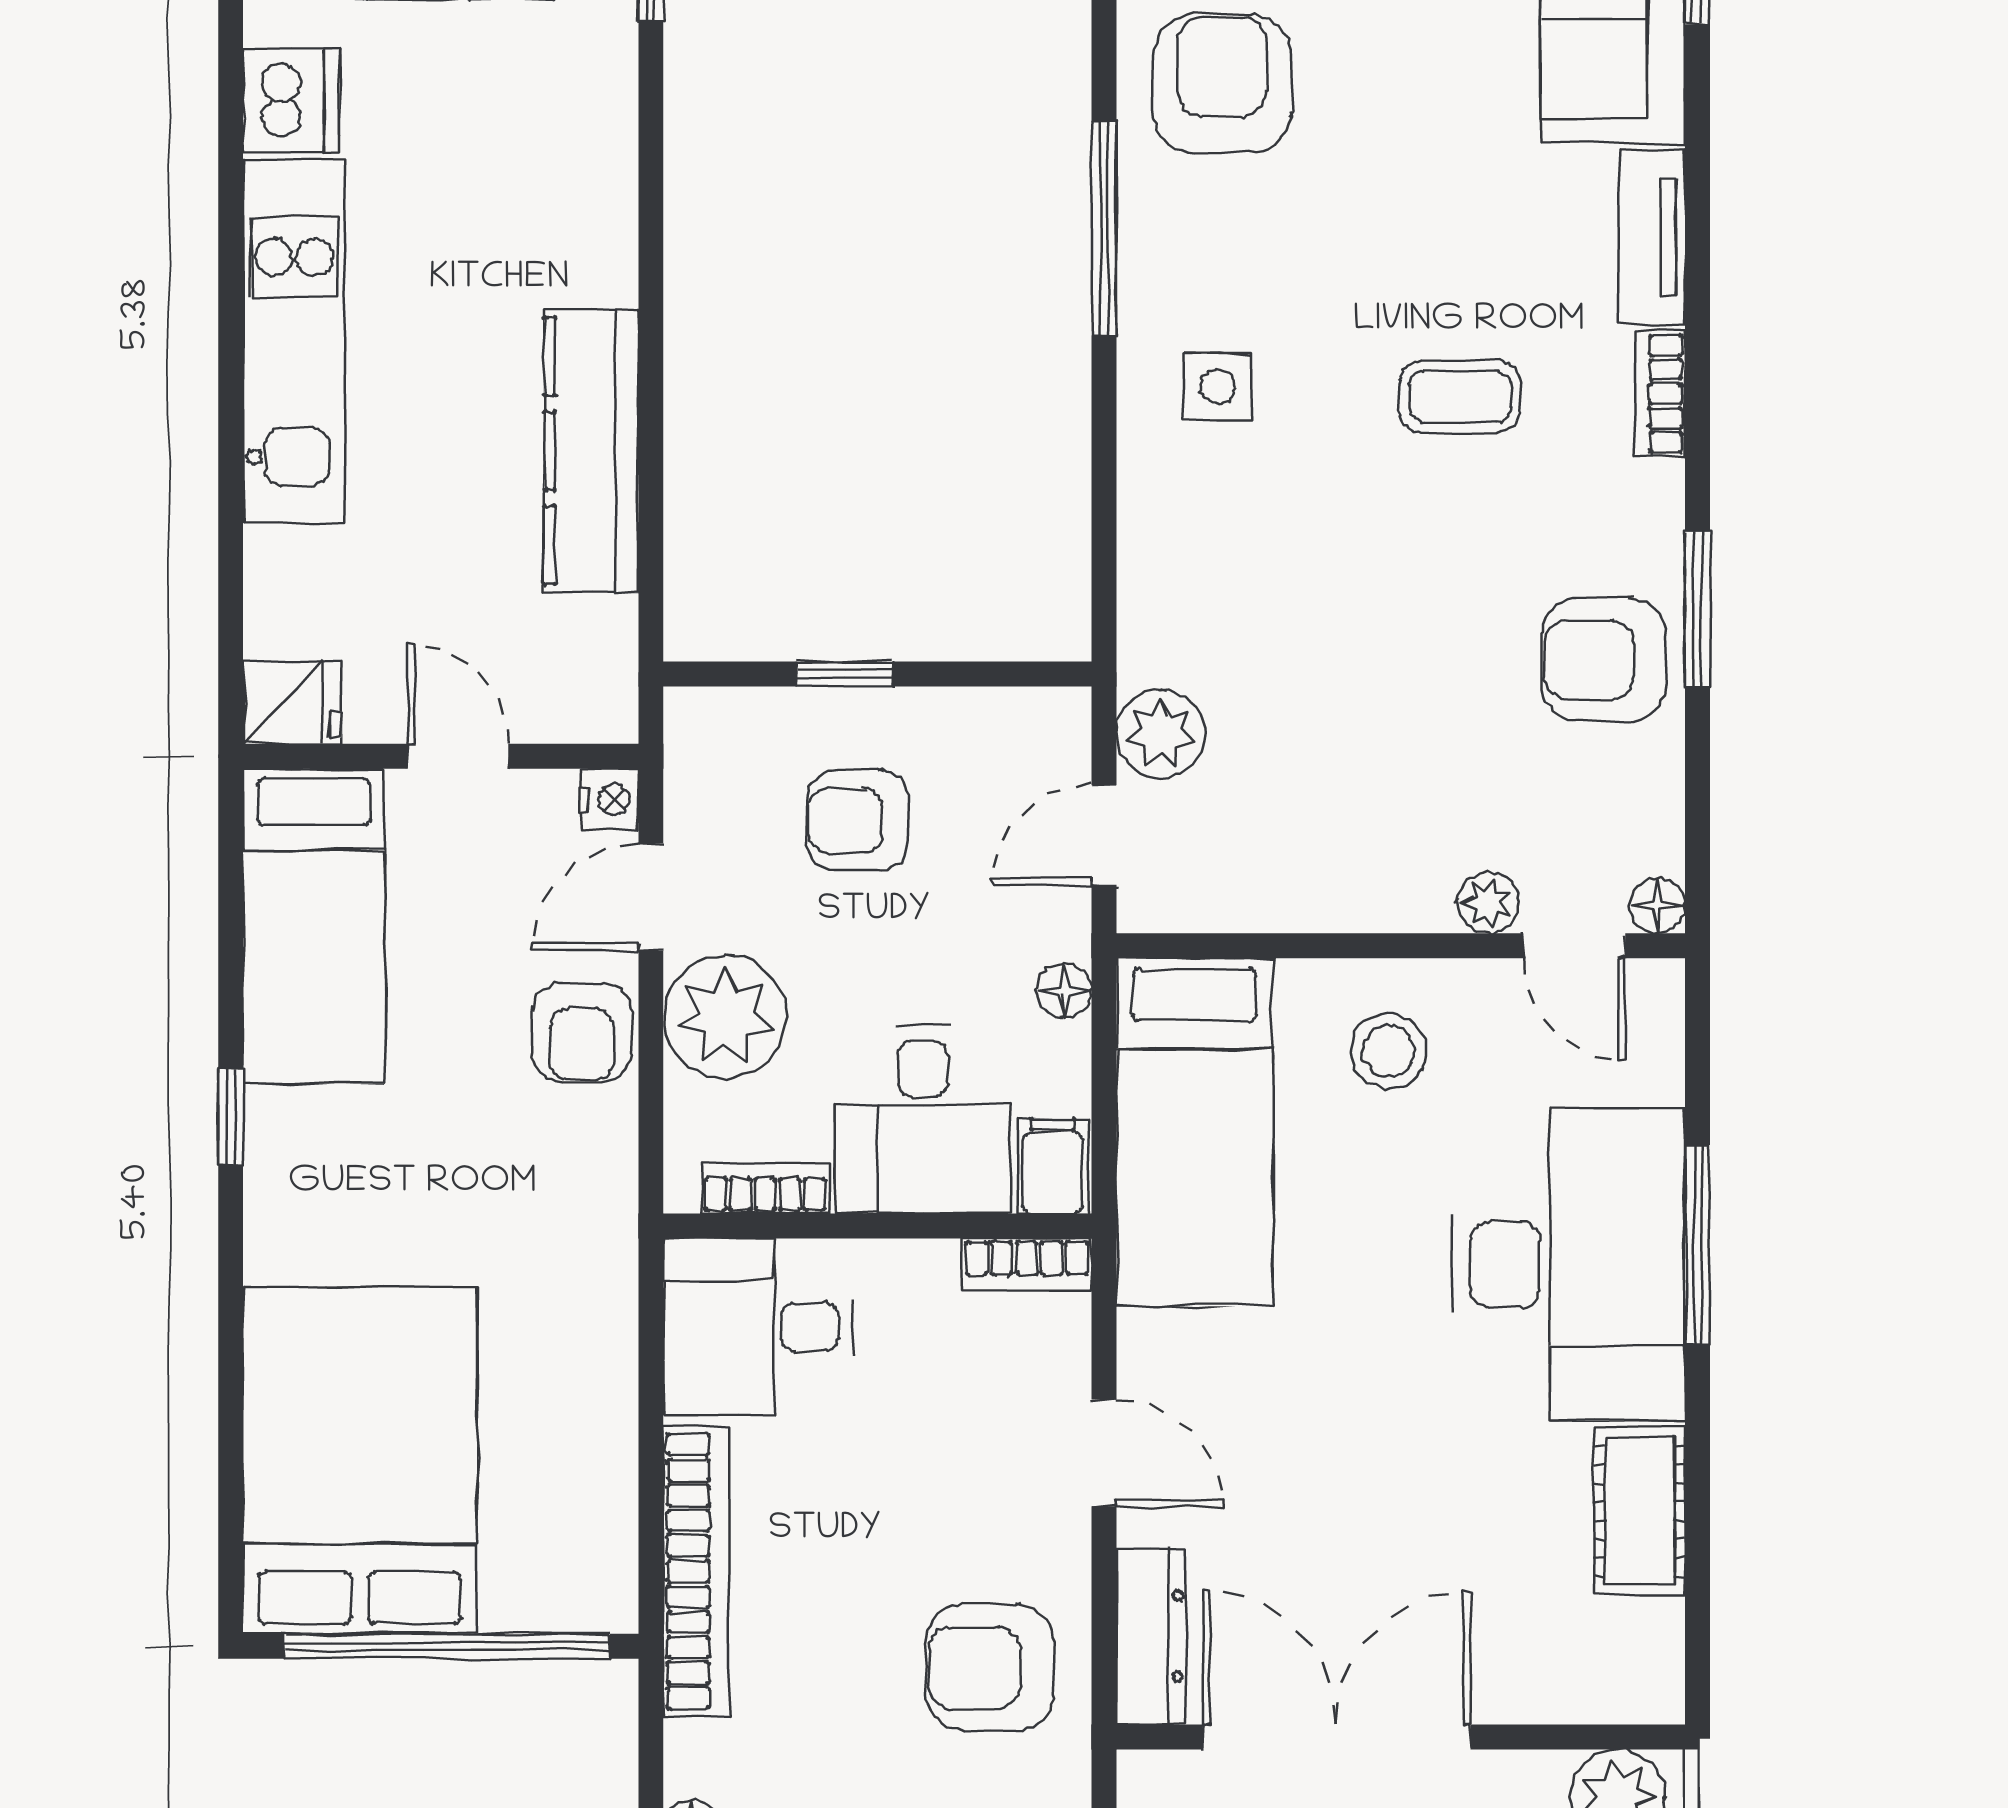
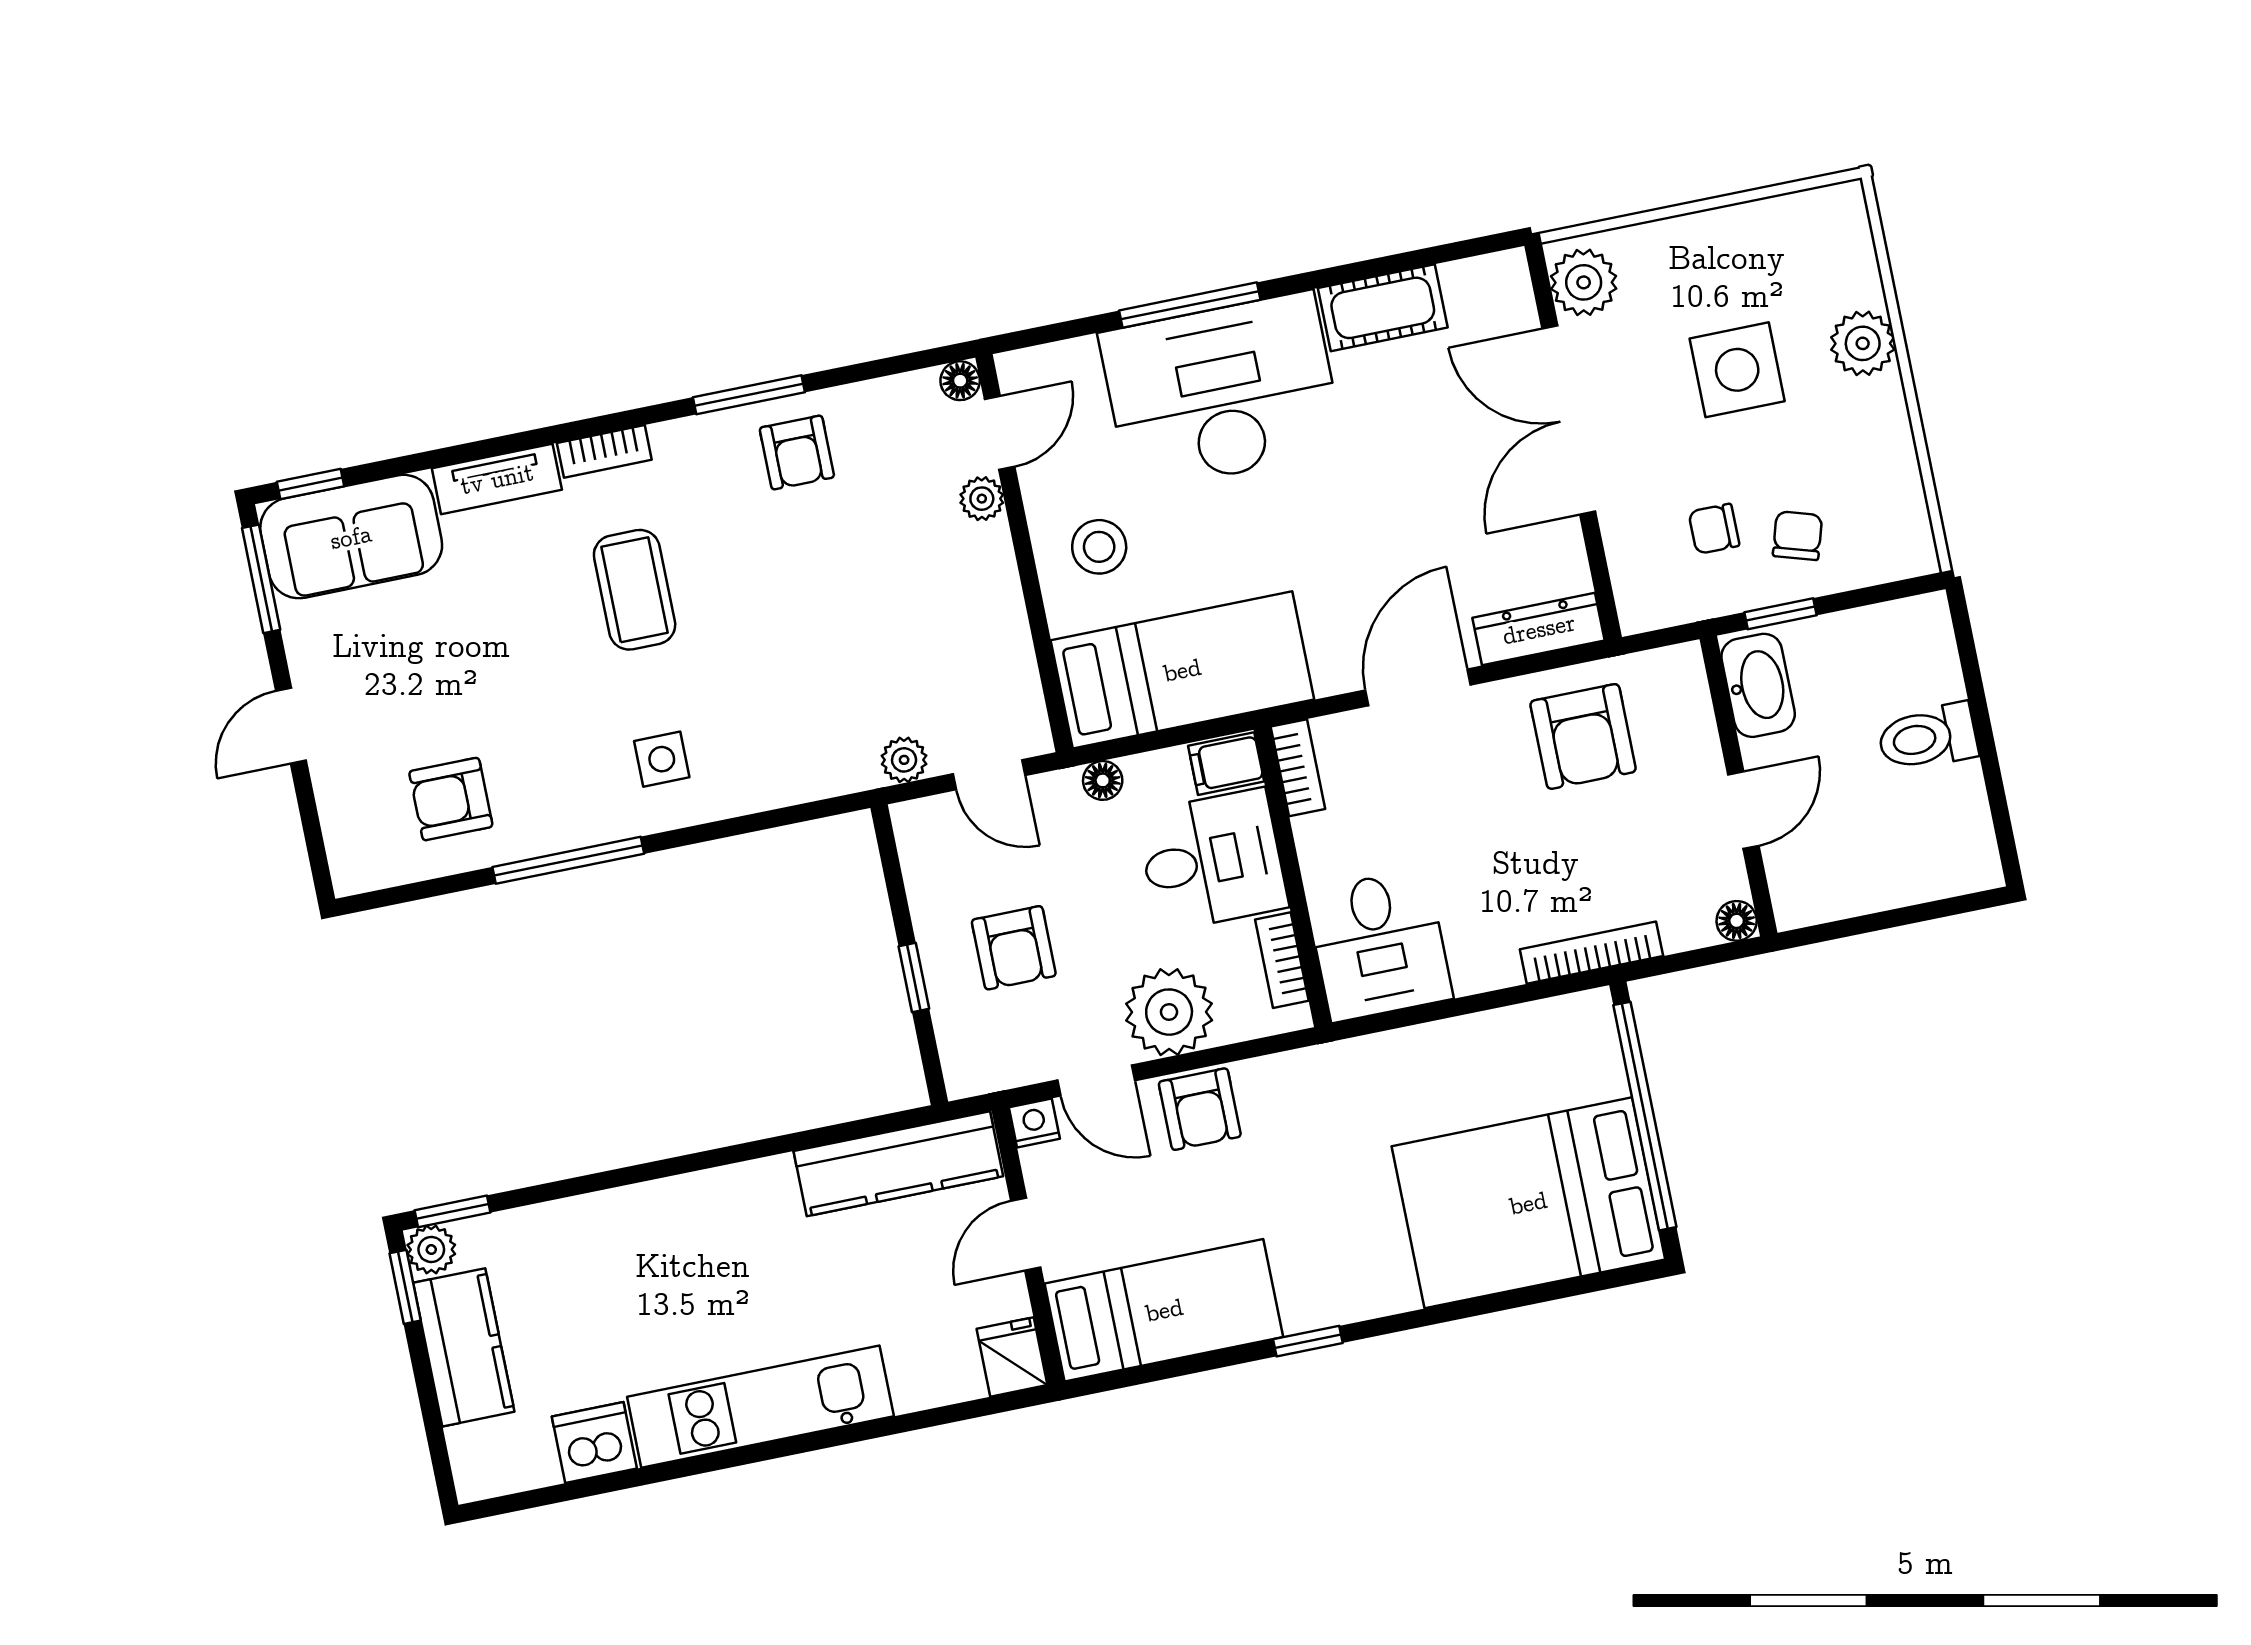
armchair: (1222, 83) -> (451, 799), width x0.72, depth x0.72
coffee table: (1460, 396) -> (635, 590), width x1.36, depth x1.30
kitchen counter: (591, 451) -> (898, 1164), moved
armchair: (1604, 660) -> (797, 453), width x0.72, depth x0.72
plant: (1161, 734) -> (904, 760), width x0.73, depth x0.73
armchair: (582, 1032) -> (1200, 1109), turned 90
door: (1104, 1453) -> (1418, 687), width x1.38
bookcase: (696, 1571) -> (1591, 953), width x0.68, depth x0.76
double door: (1337, 1737) -> (1569, 420), moved

